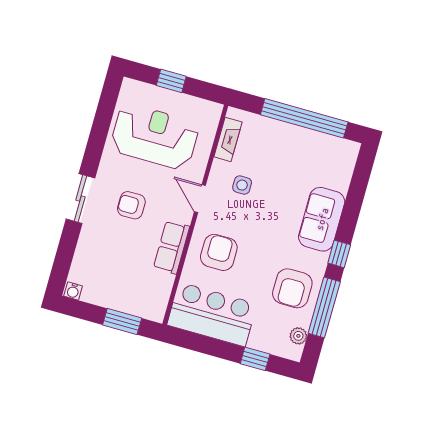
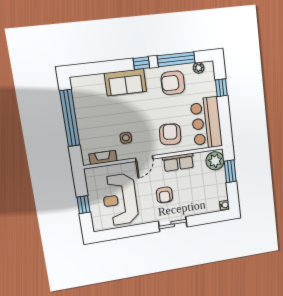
armchair: (219, 252) -> (170, 134), turned 94
armchair: (292, 288) -> (173, 83), turned 180
plant: (149, 304) -> (215, 161), added

